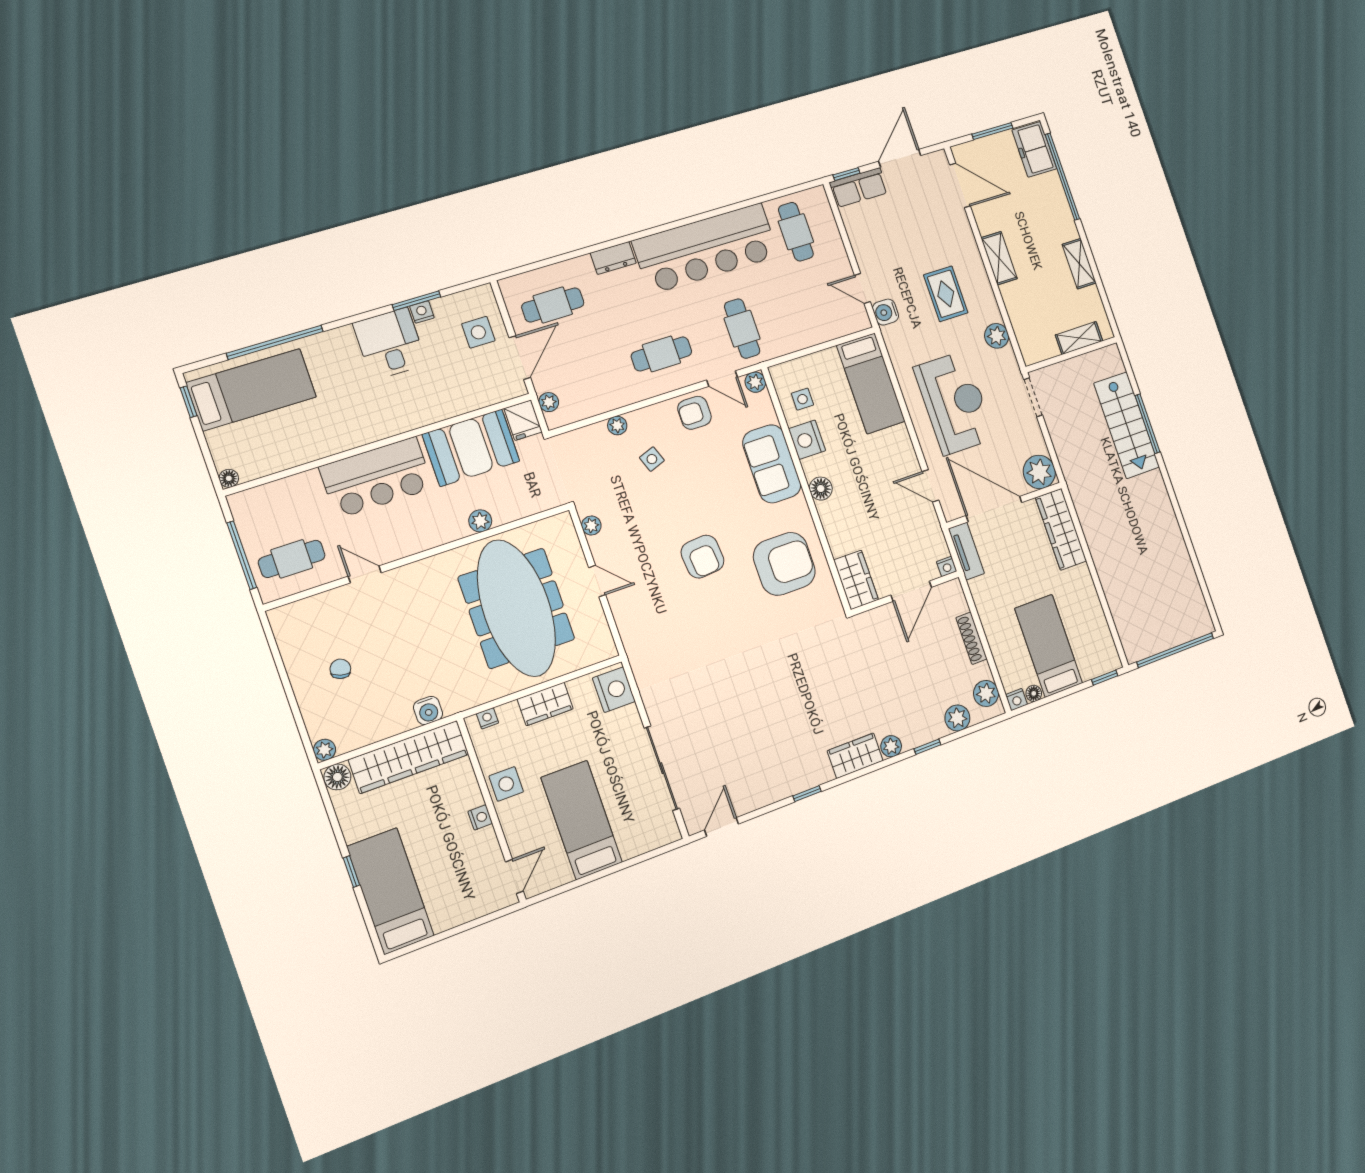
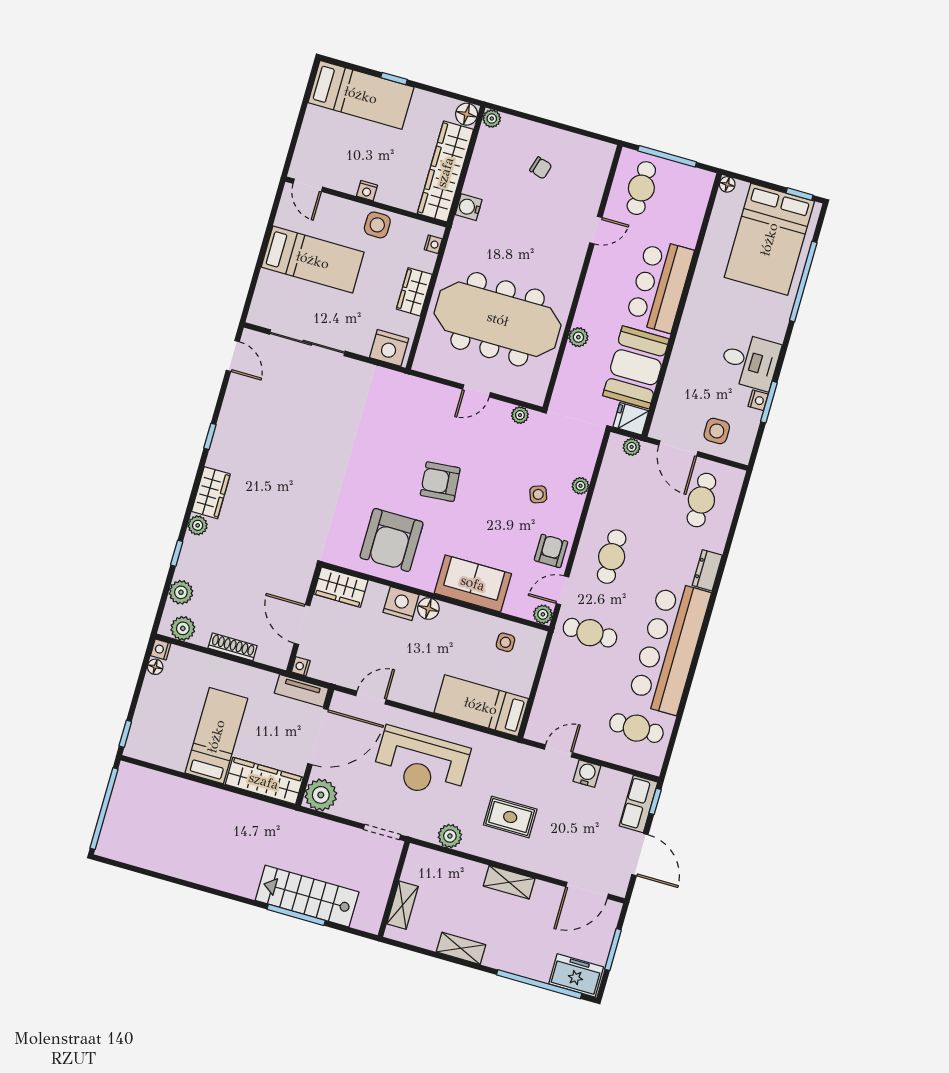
water cooler: (886, 312) -> (587, 774), moved
bed: (251, 390) -> (769, 239), width x1.50
nightstand: (807, 440) -> (401, 604), moved
bed: (1049, 646) -> (216, 736), moved, turned -90

